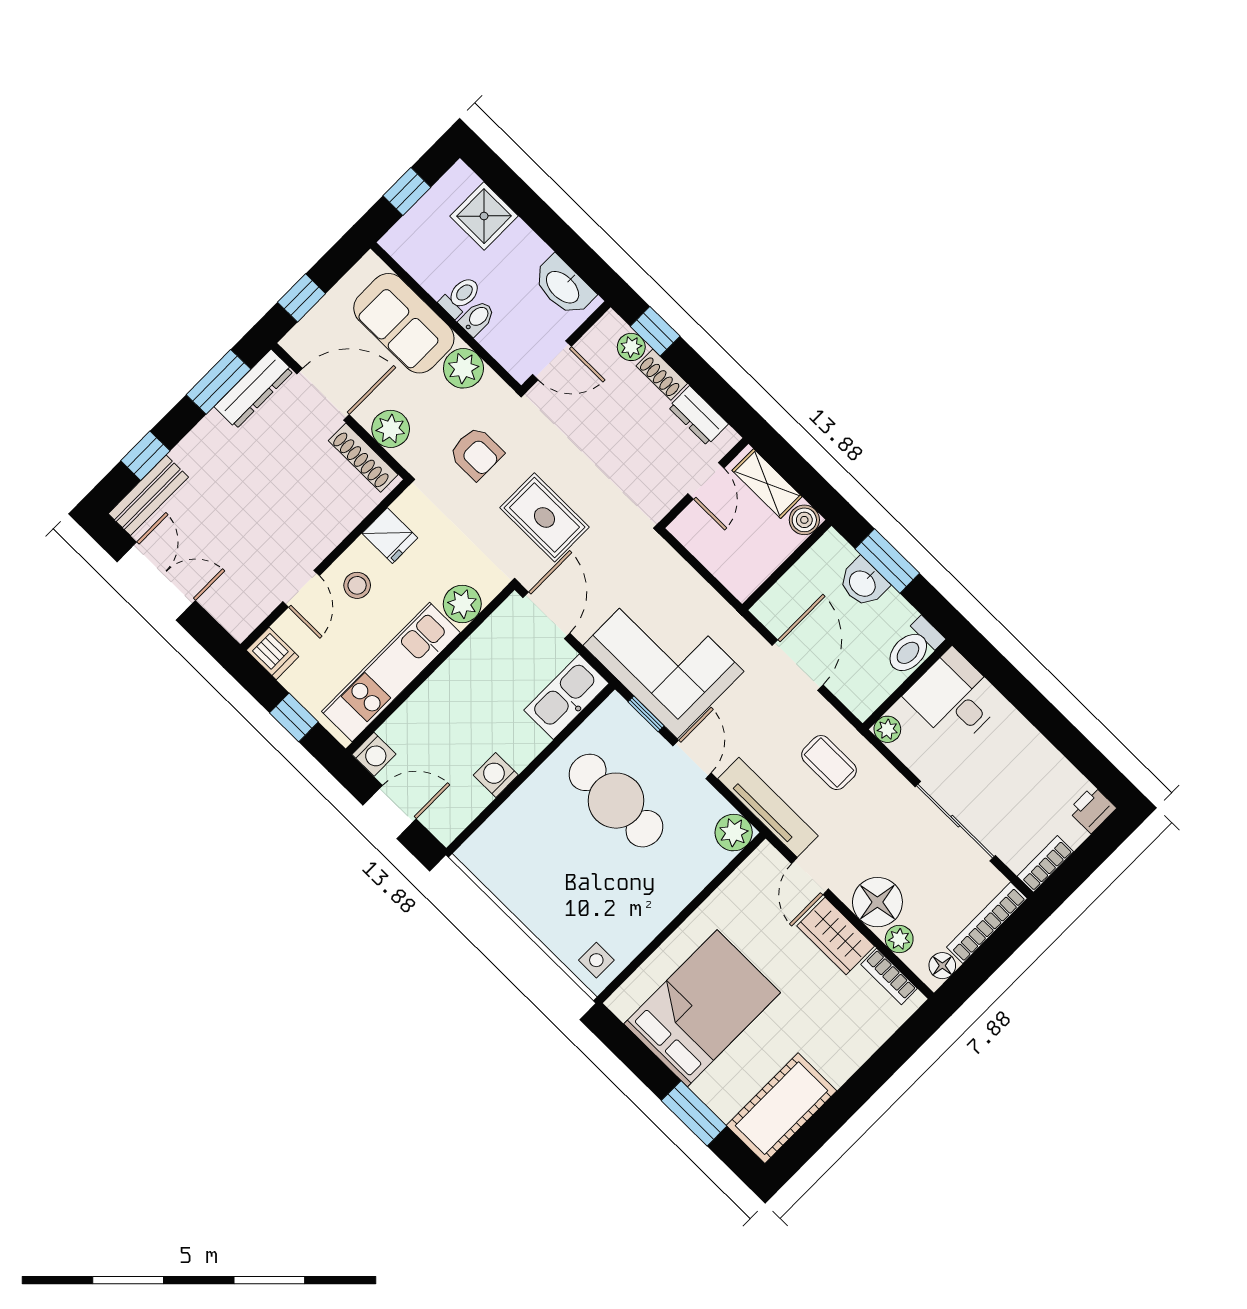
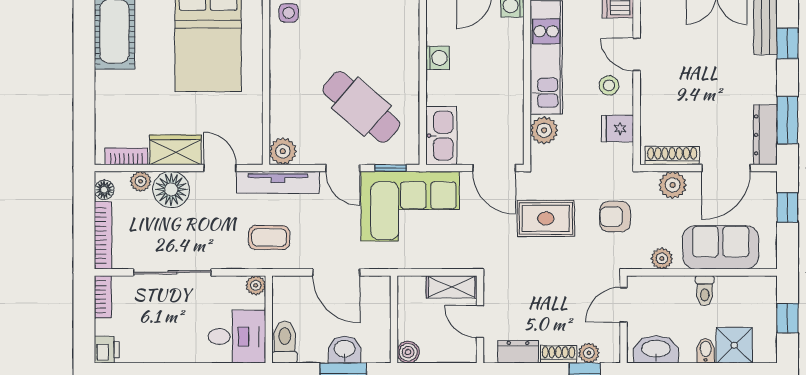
bidet: (477, 318) -> (706, 351), moved, turned 180
plant: (463, 368) -> (662, 259), width x0.73, depth x0.73
shelving: (767, 484) -> (452, 287), moved
cafe table: (616, 801) -> (361, 107), turned 41

